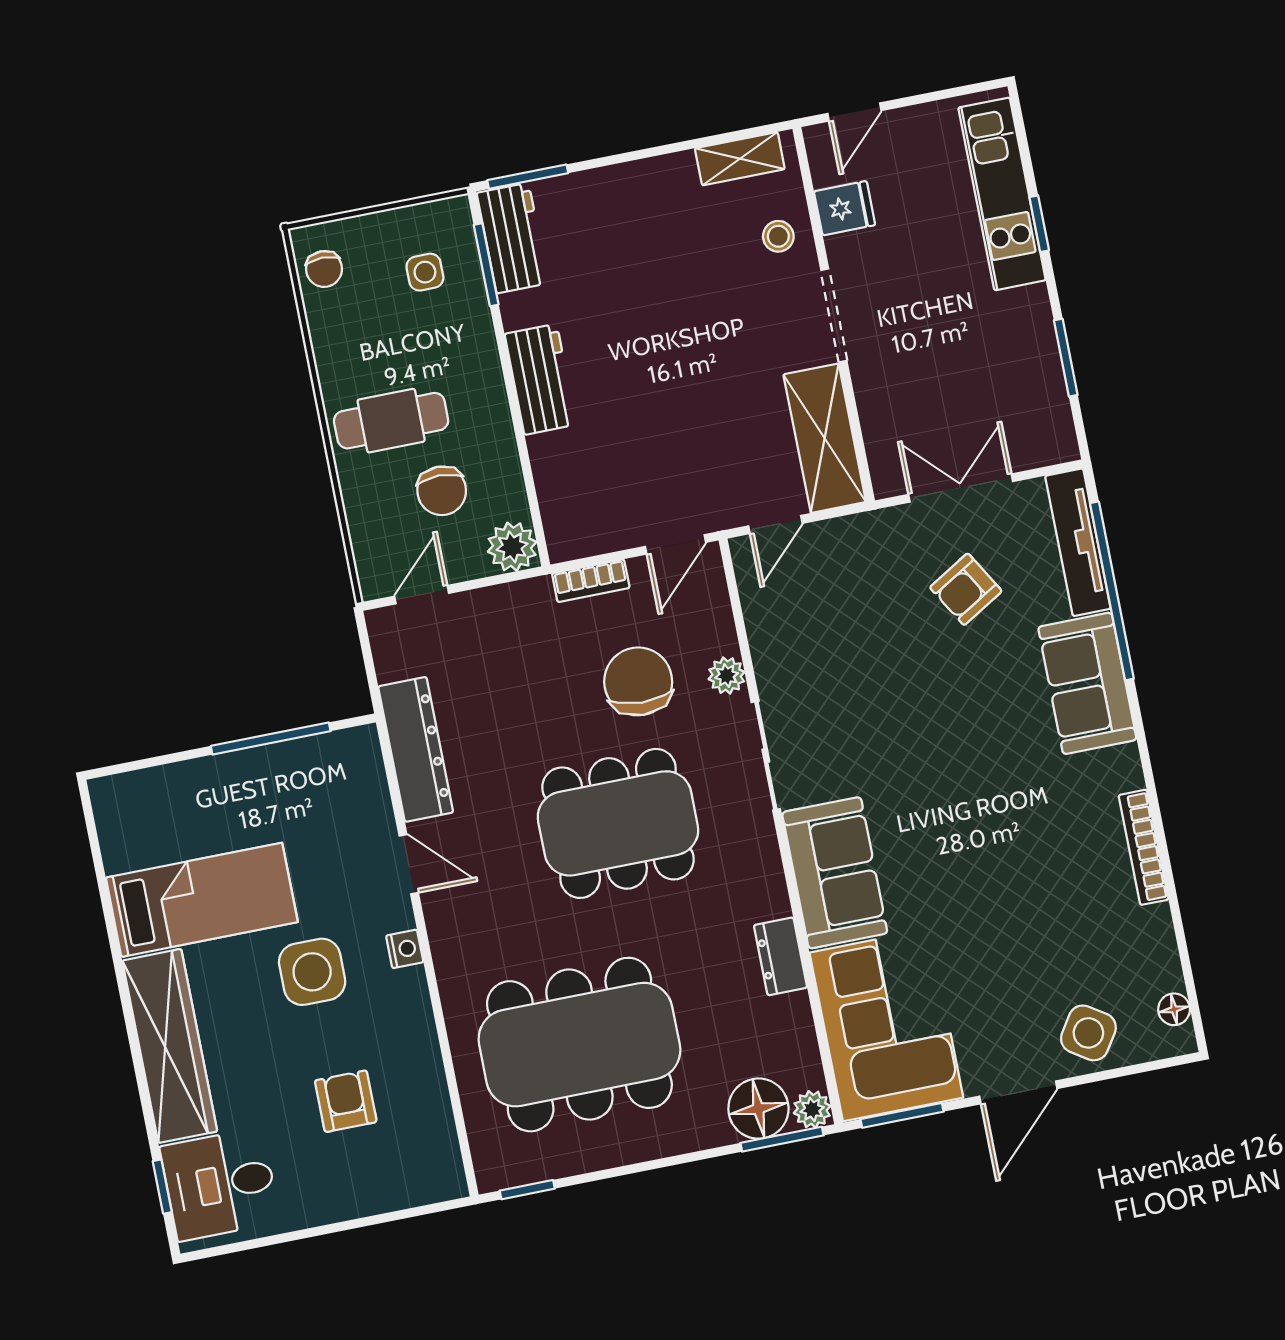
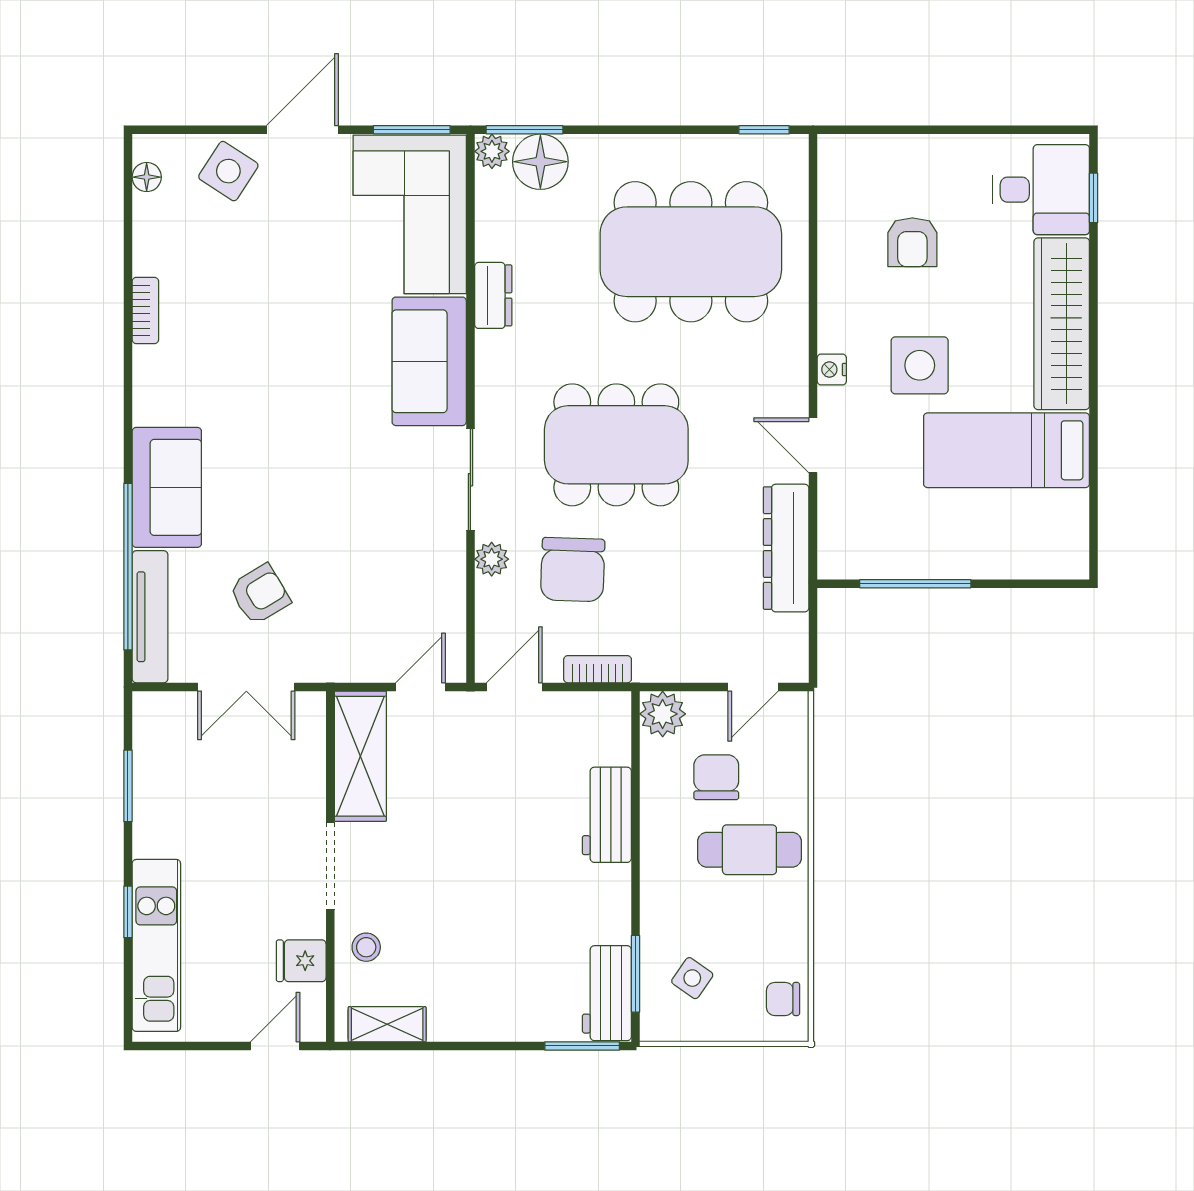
chair: (324, 269) -> (783, 999), turned -90
side table: (425, 272) -> (692, 978), turned 35
workbench: (541, 379) -> (607, 815), moved
bookcase: (1143, 847) -> (145, 310), width x0.64

